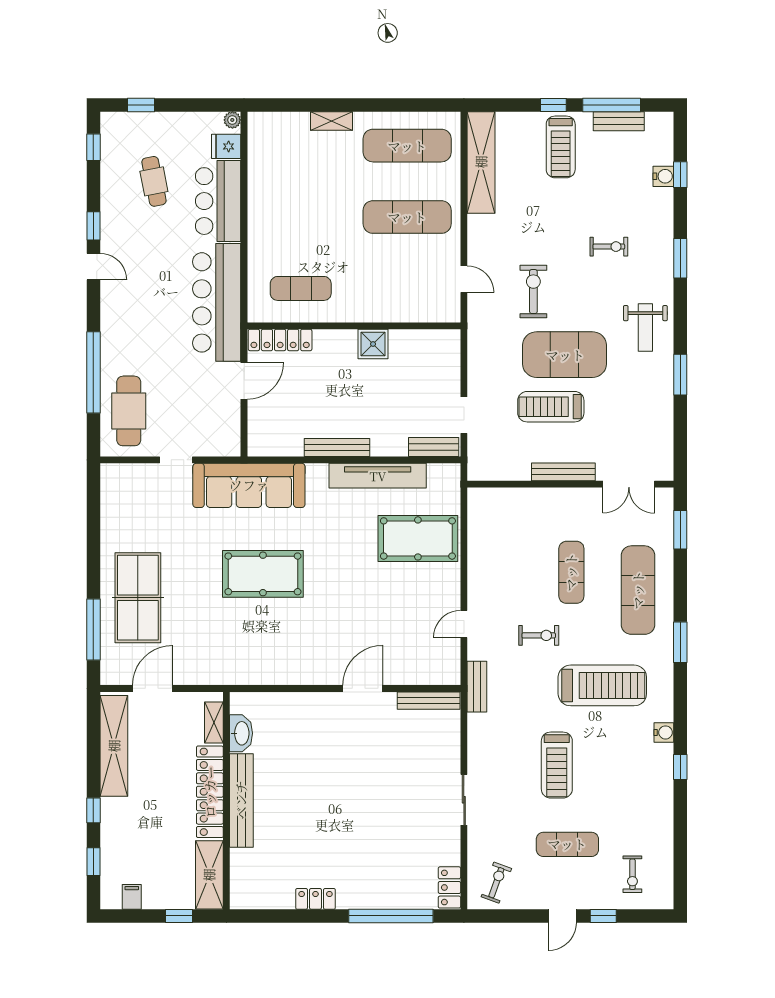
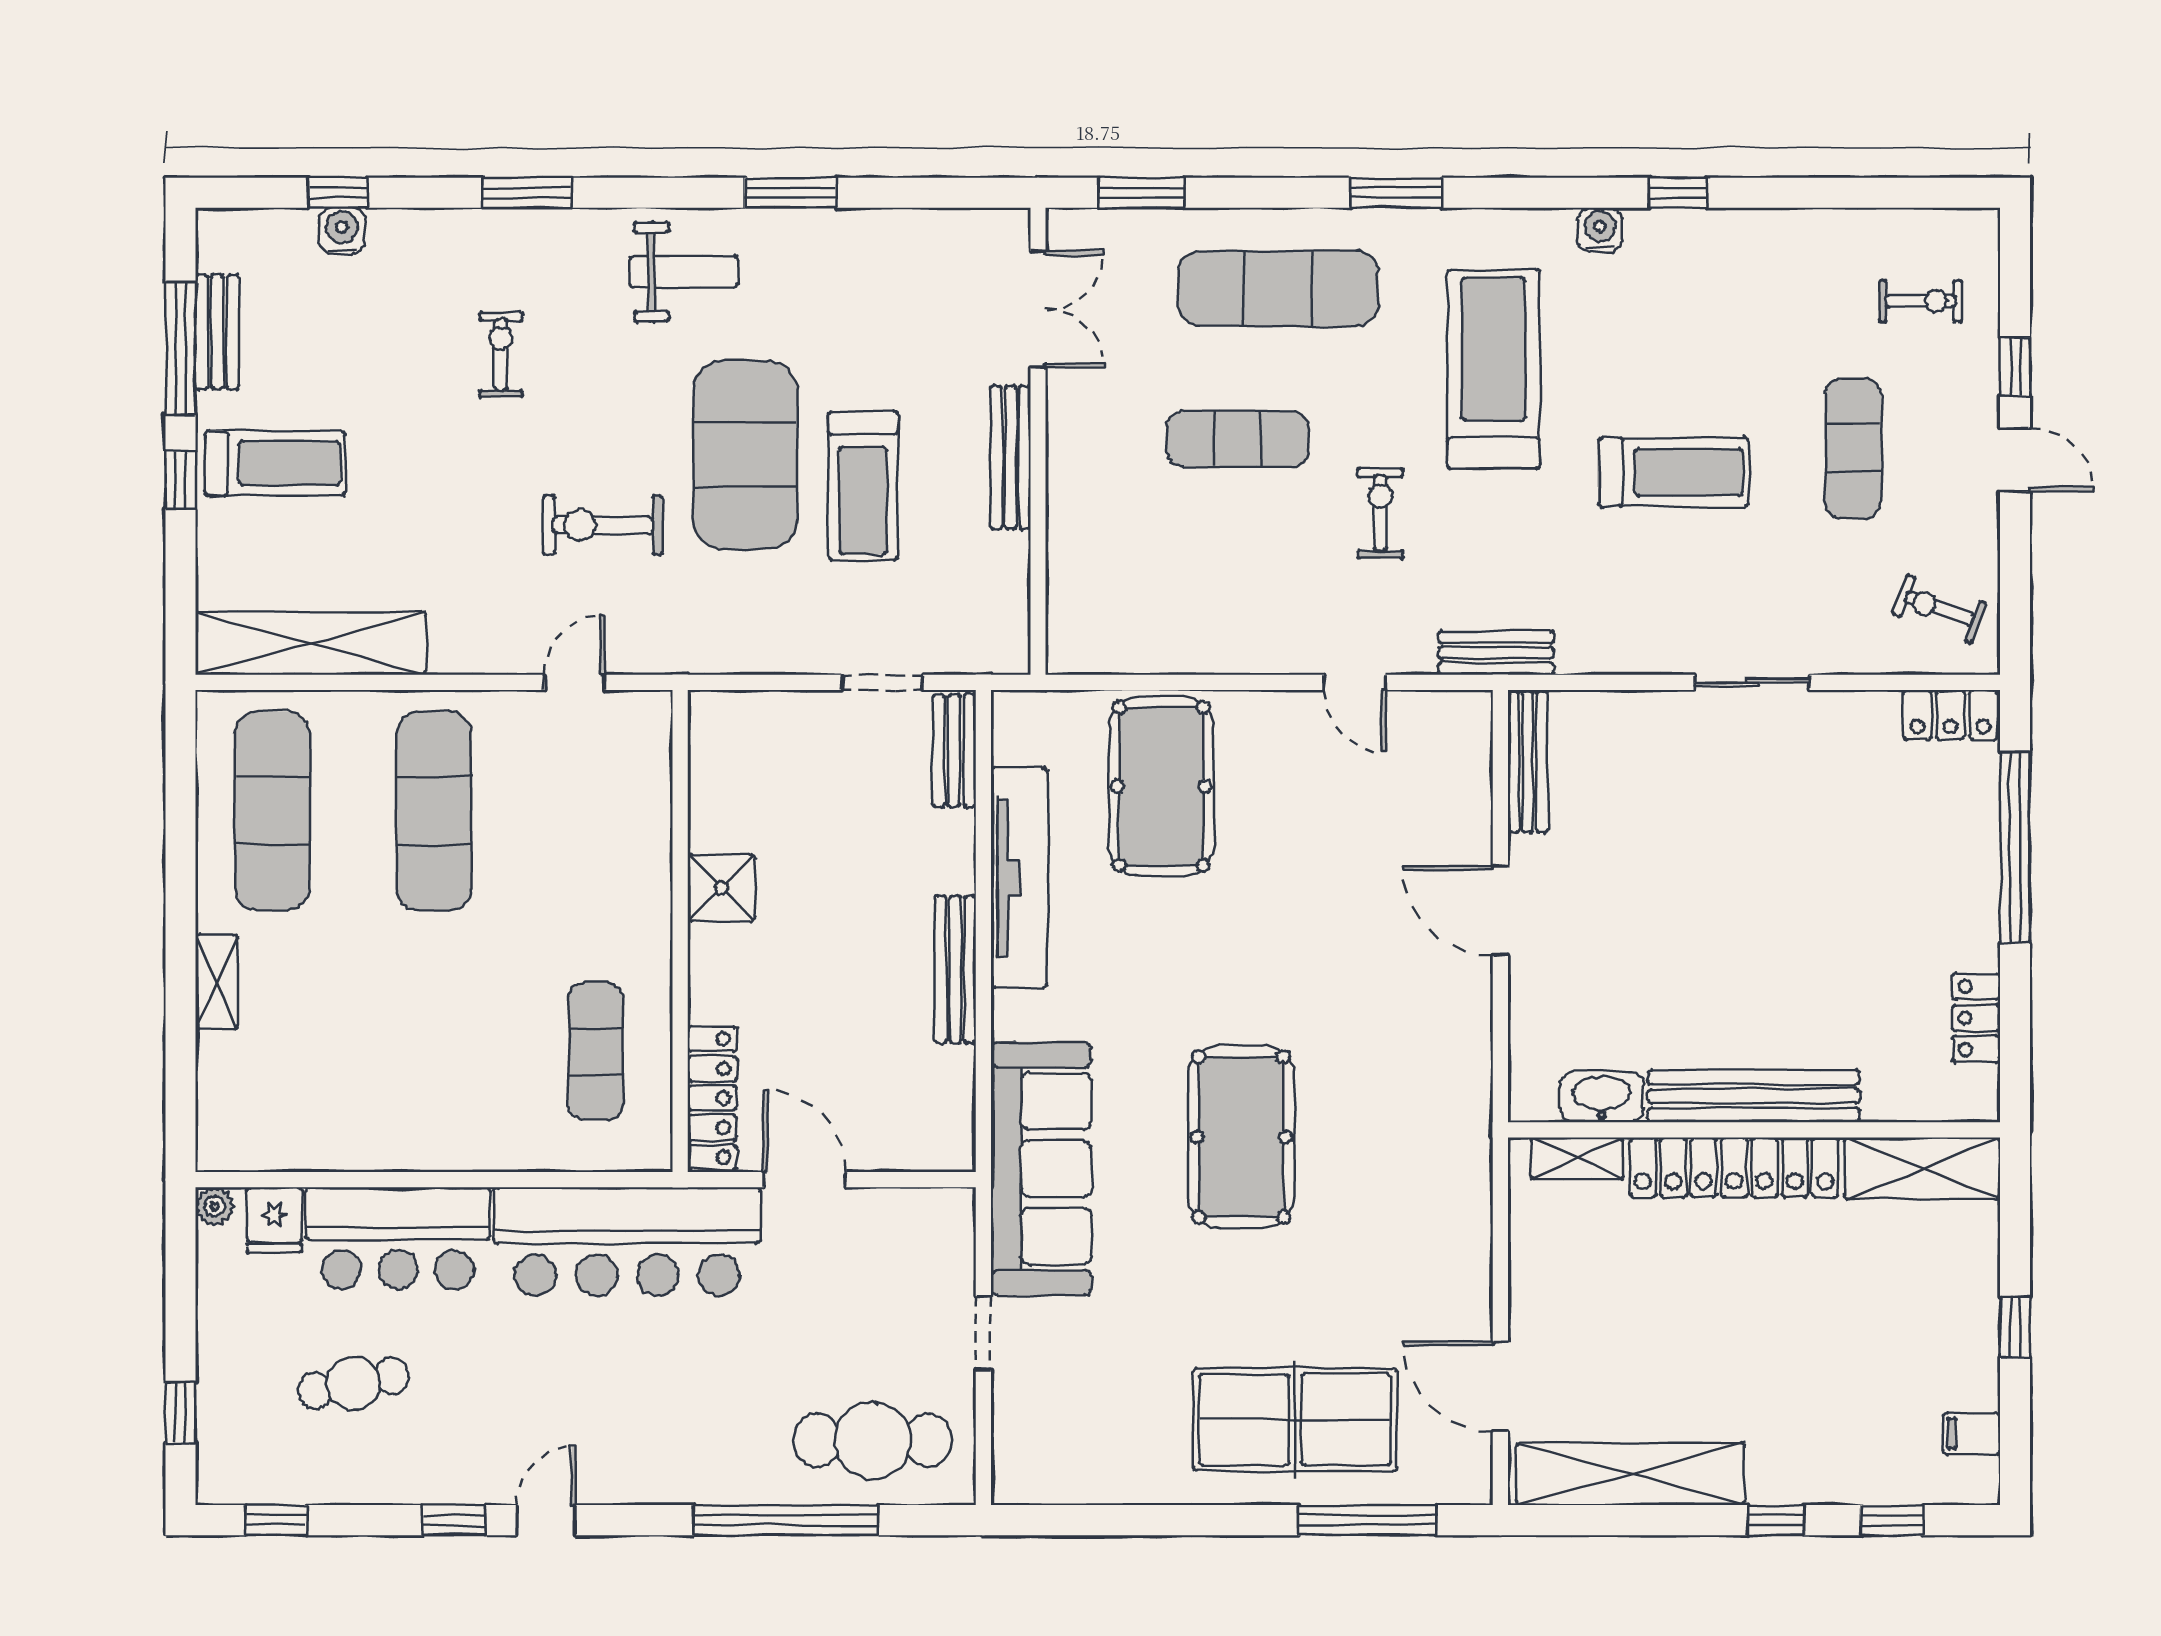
shelving: (214, 722) -> (1577, 1158), moved
washbasin: (241, 733) -> (1602, 1097), moved
locker: (210, 792) -> (1734, 1167), moved
bench: (241, 800) -> (1754, 1096), moved
wall: (226, 801) -> (1754, 1130), moved
shelving: (209, 875) -> (1922, 1168), moved

